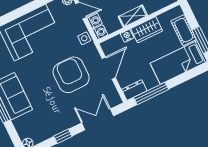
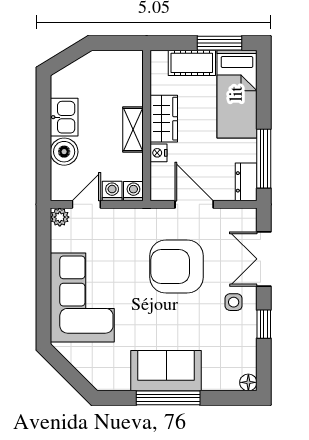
side table: (84, 38) -> (234, 302), moved

